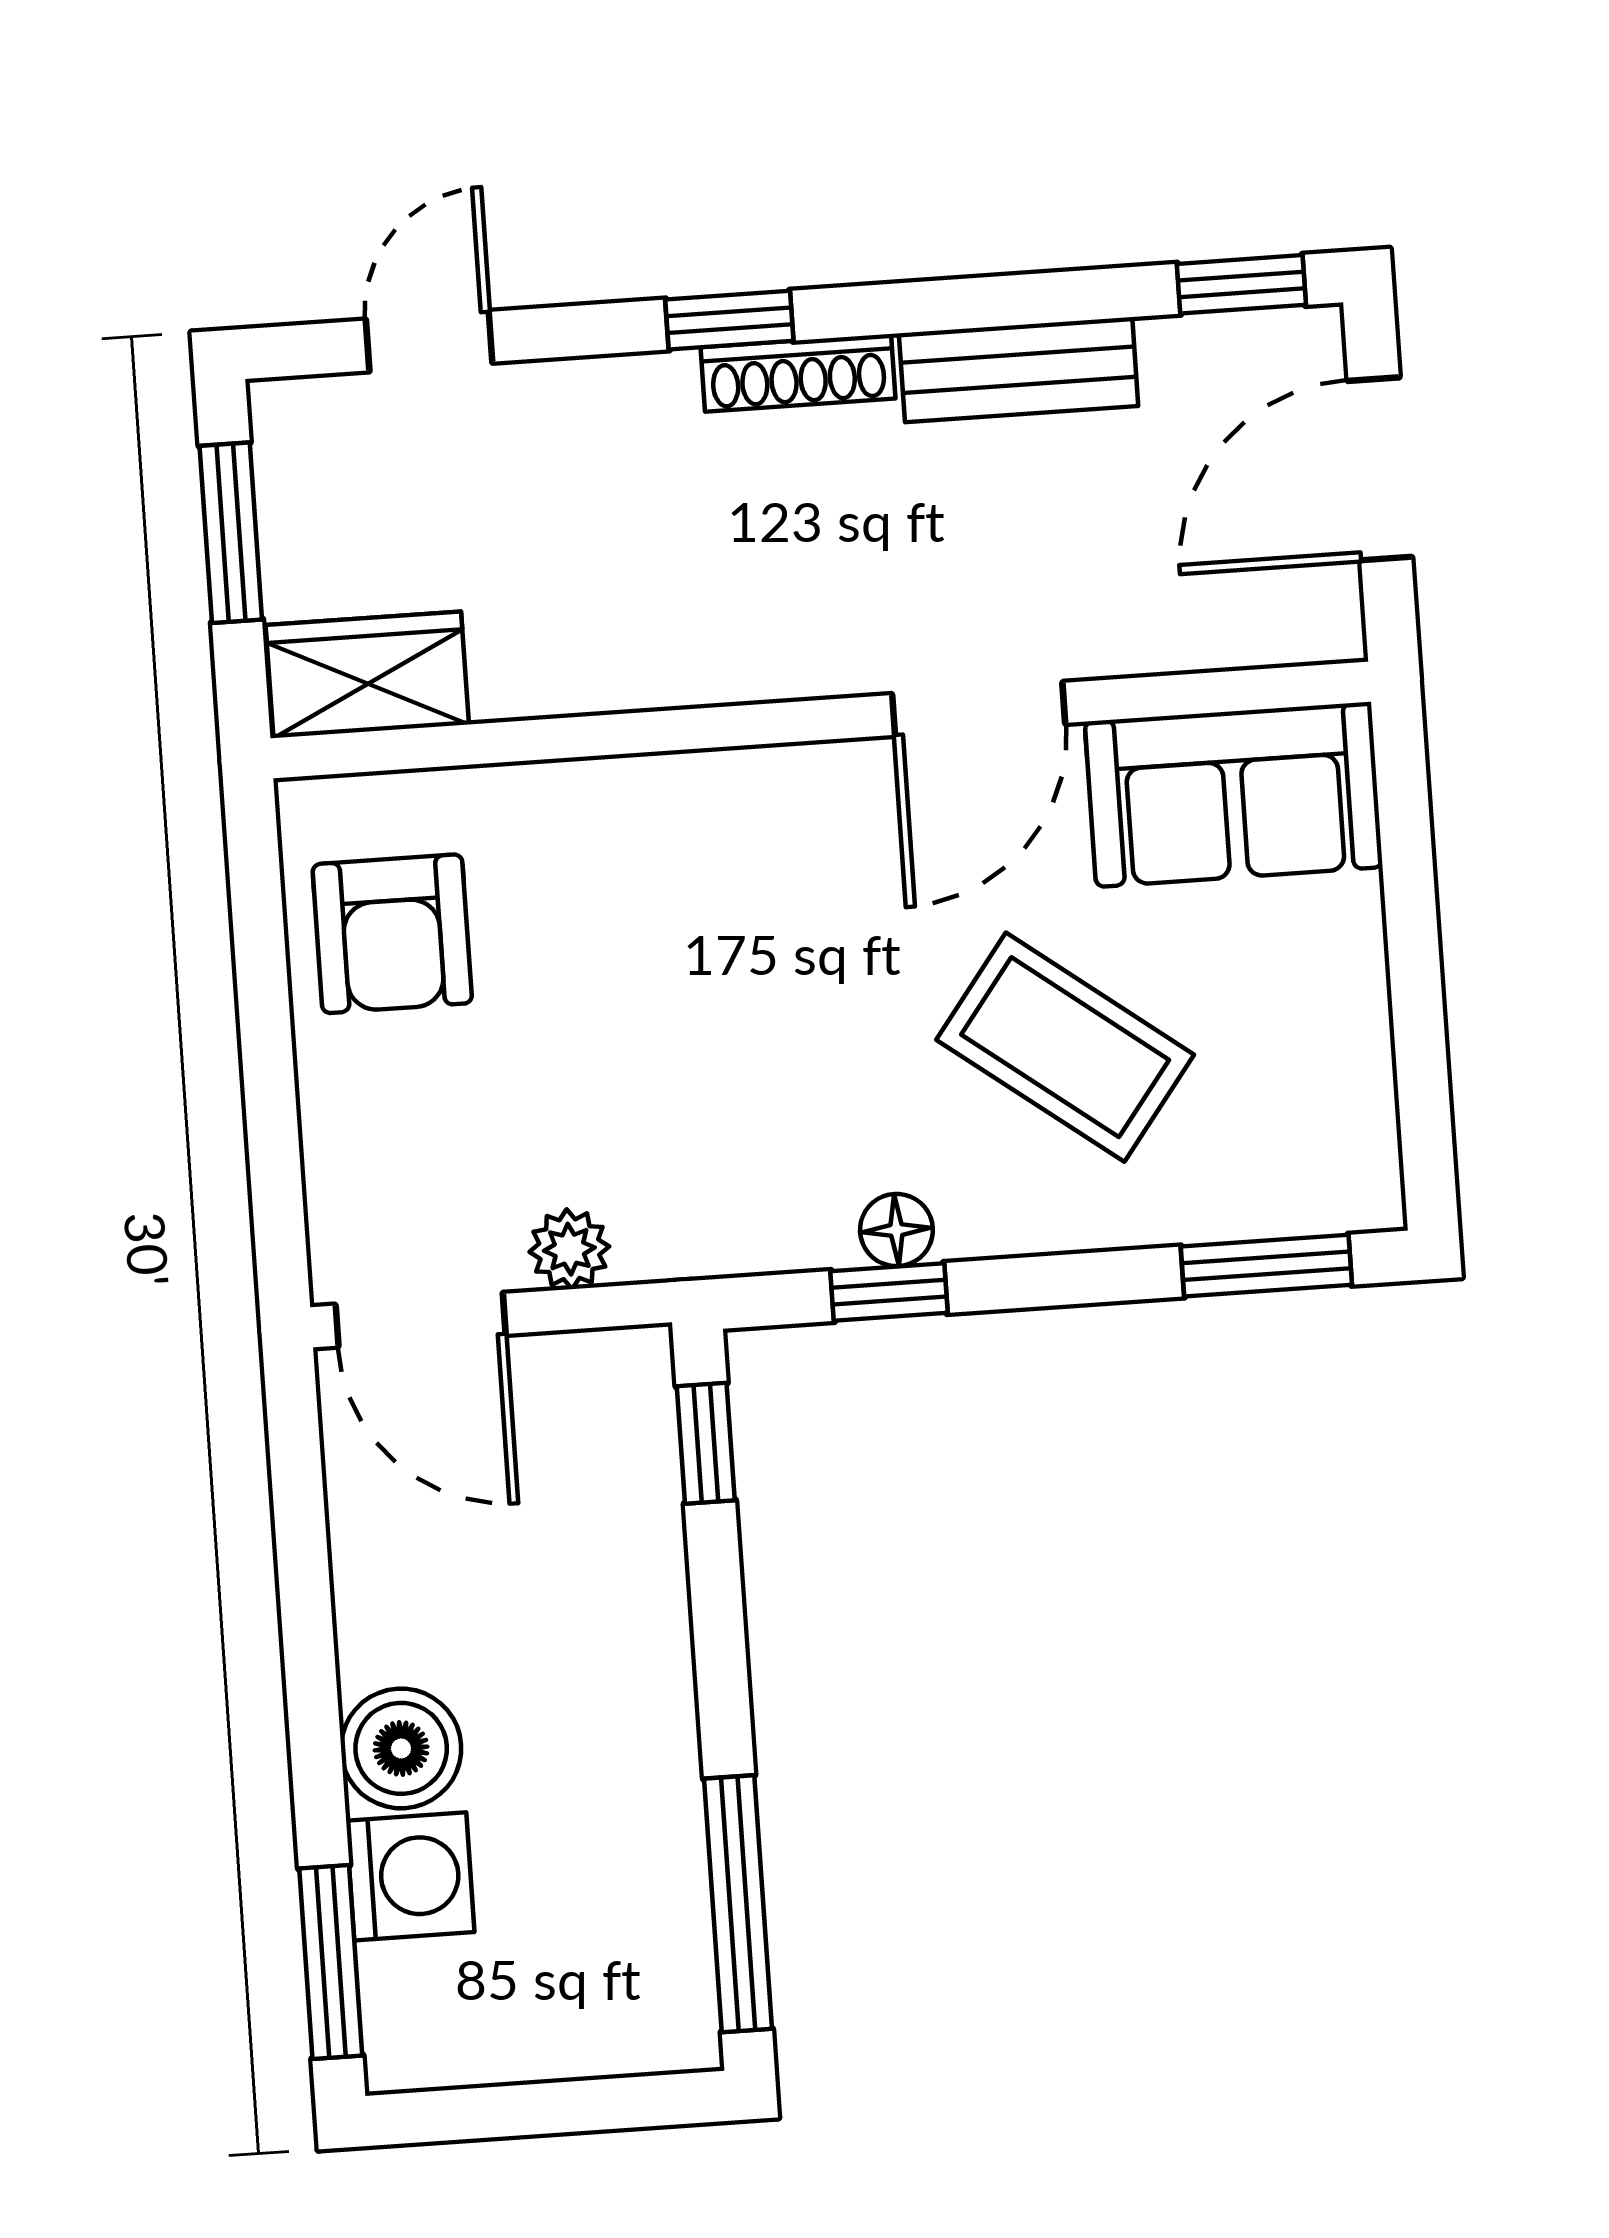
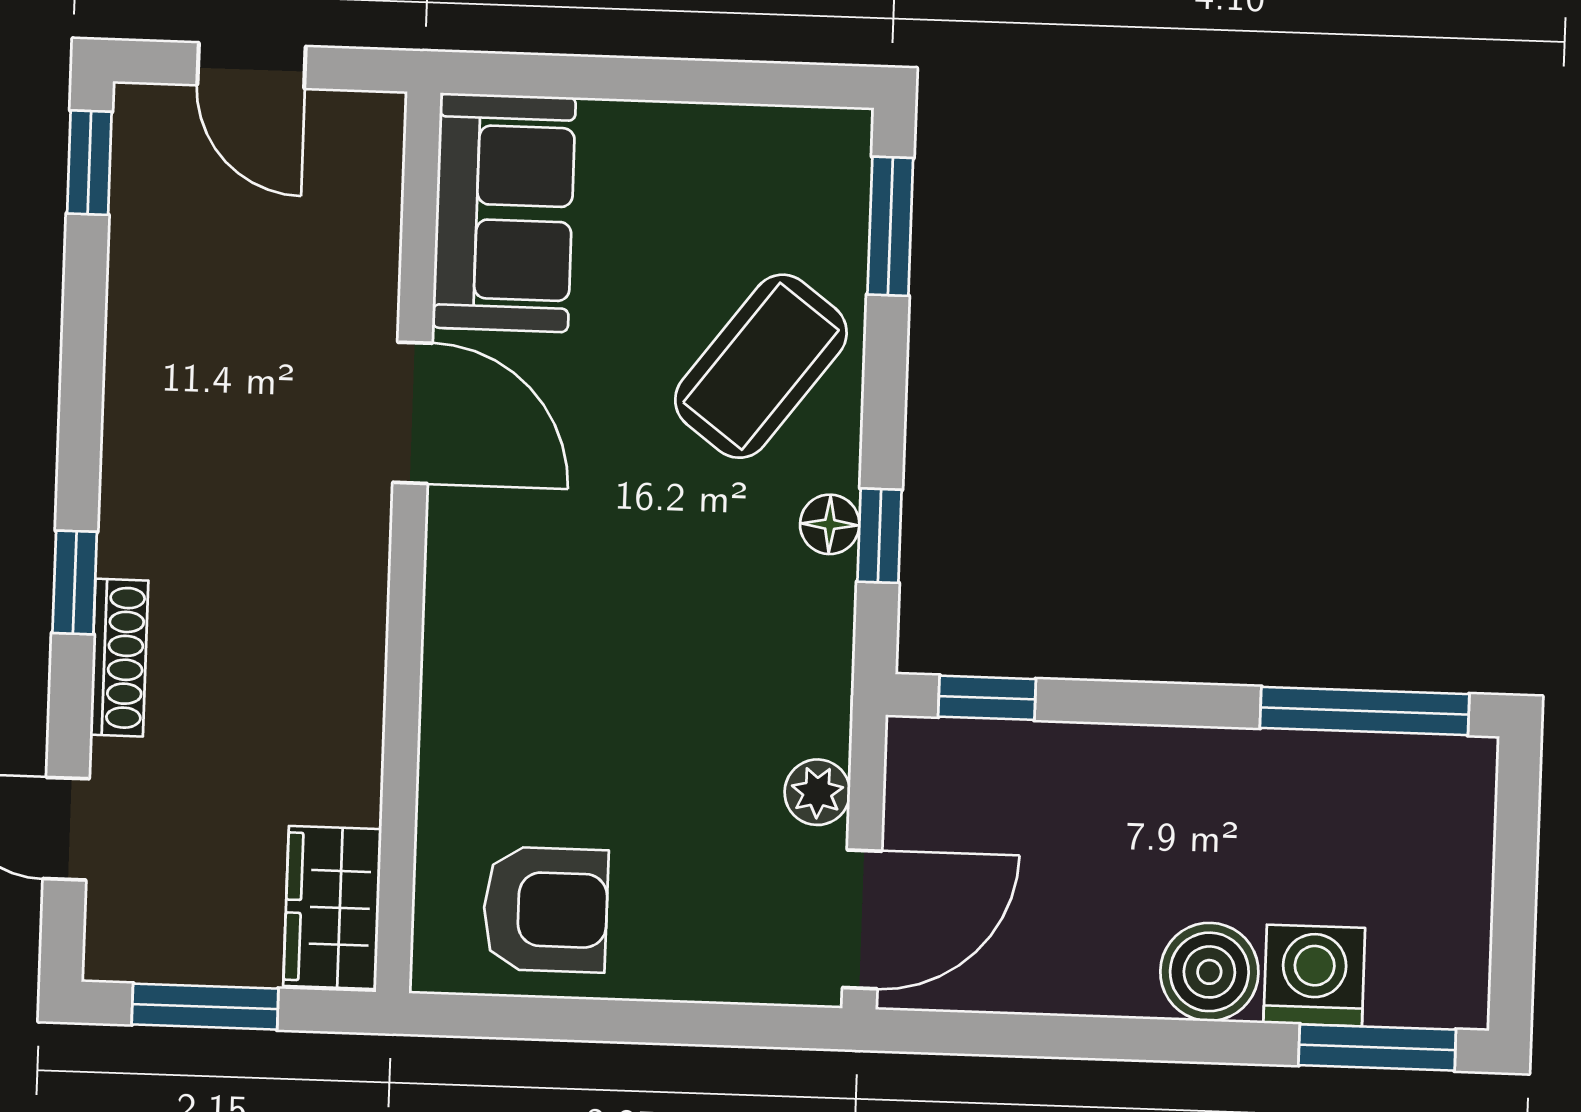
bench: (1019, 370) -> (140, 351), removed
shoe rack: (798, 373) -> (119, 658), moved
door: (1380, 469) -> (252, 66), width x0.73
coffee table: (1065, 1047) -> (761, 366), moved

